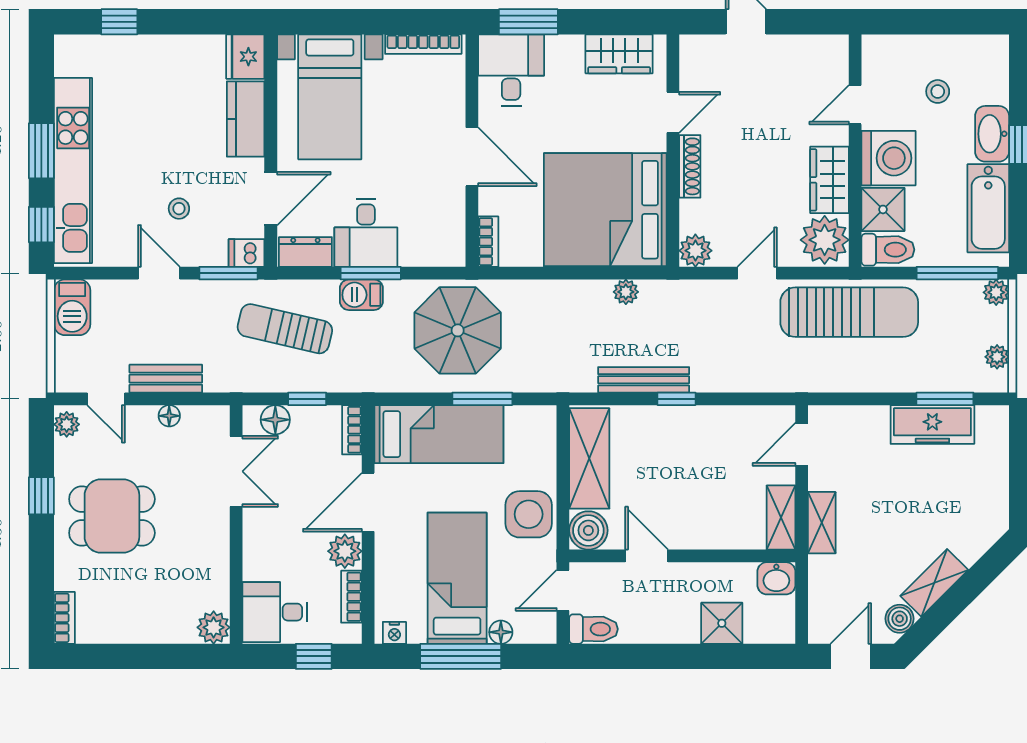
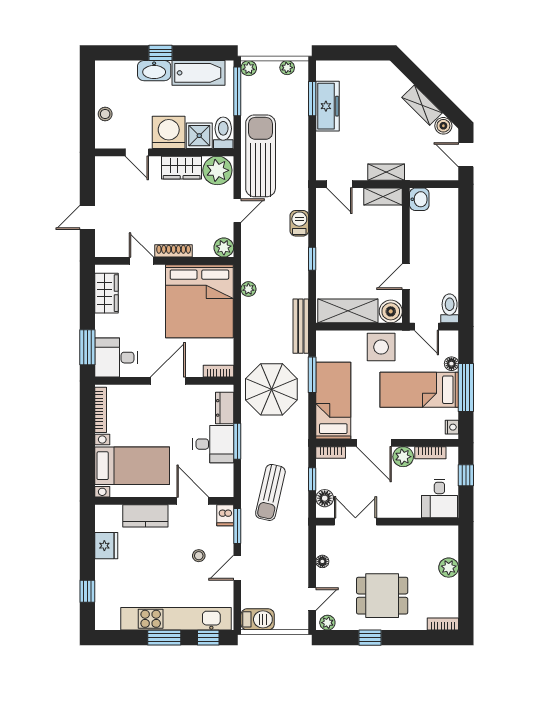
fridge: (245, 57) -> (106, 546), moved, turned -90
stool: (938, 91) -> (105, 114), moved
dresser: (305, 252) -> (225, 408), moved
door: (757, 273) -> (237, 211), swing flipped
barbecue: (361, 295) -> (299, 223), moved, turned 180
bench: (166, 379) -> (300, 563), removed
bench: (644, 380) -> (301, 326), moved
dining table: (112, 516) -> (382, 596), turned 90
shower: (722, 623) -> (446, 232), removed
plant: (214, 627) -> (449, 568), moved

